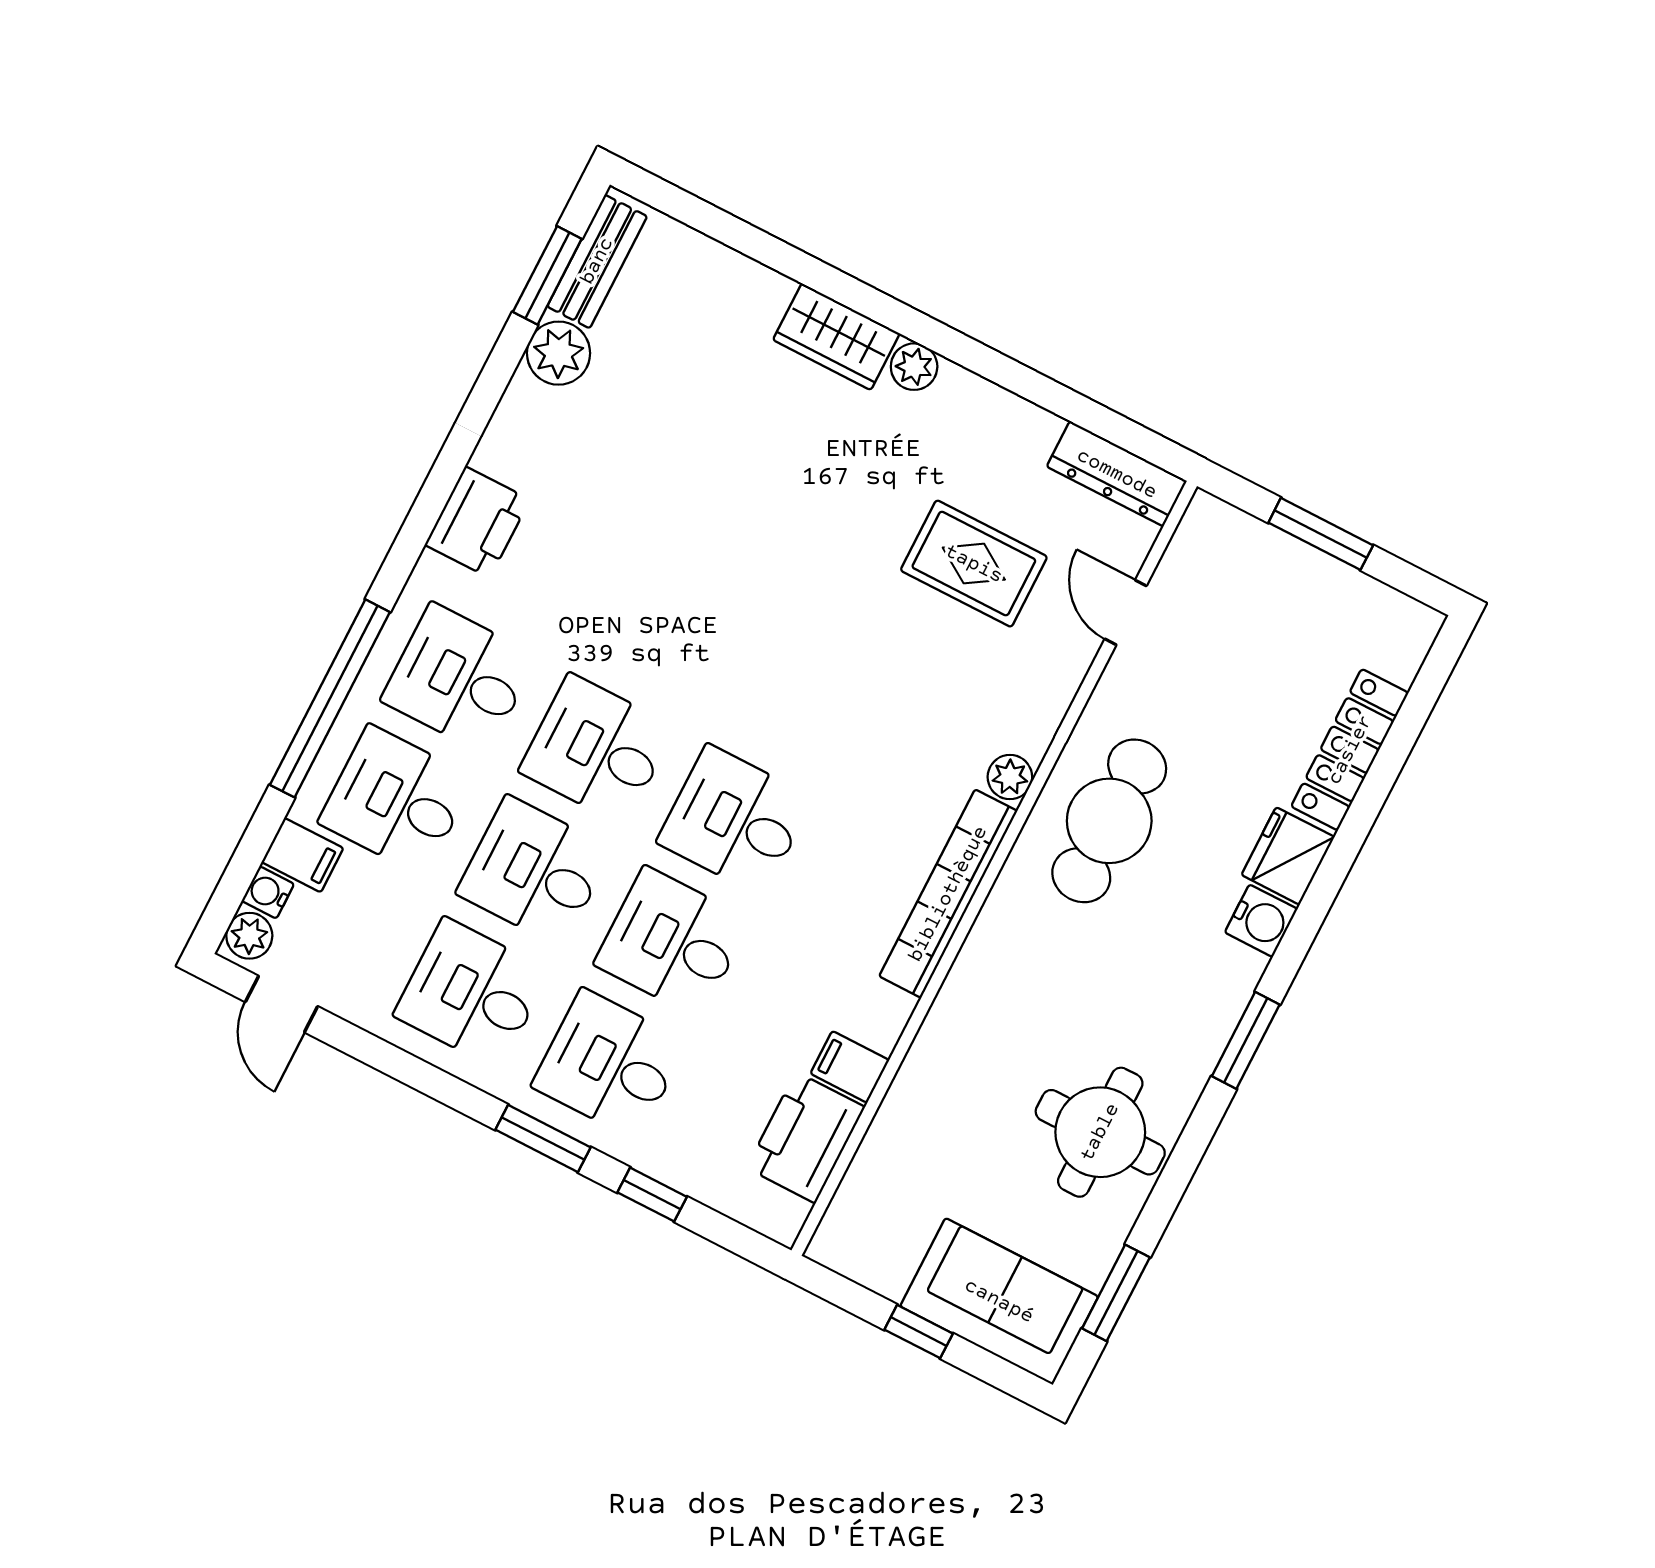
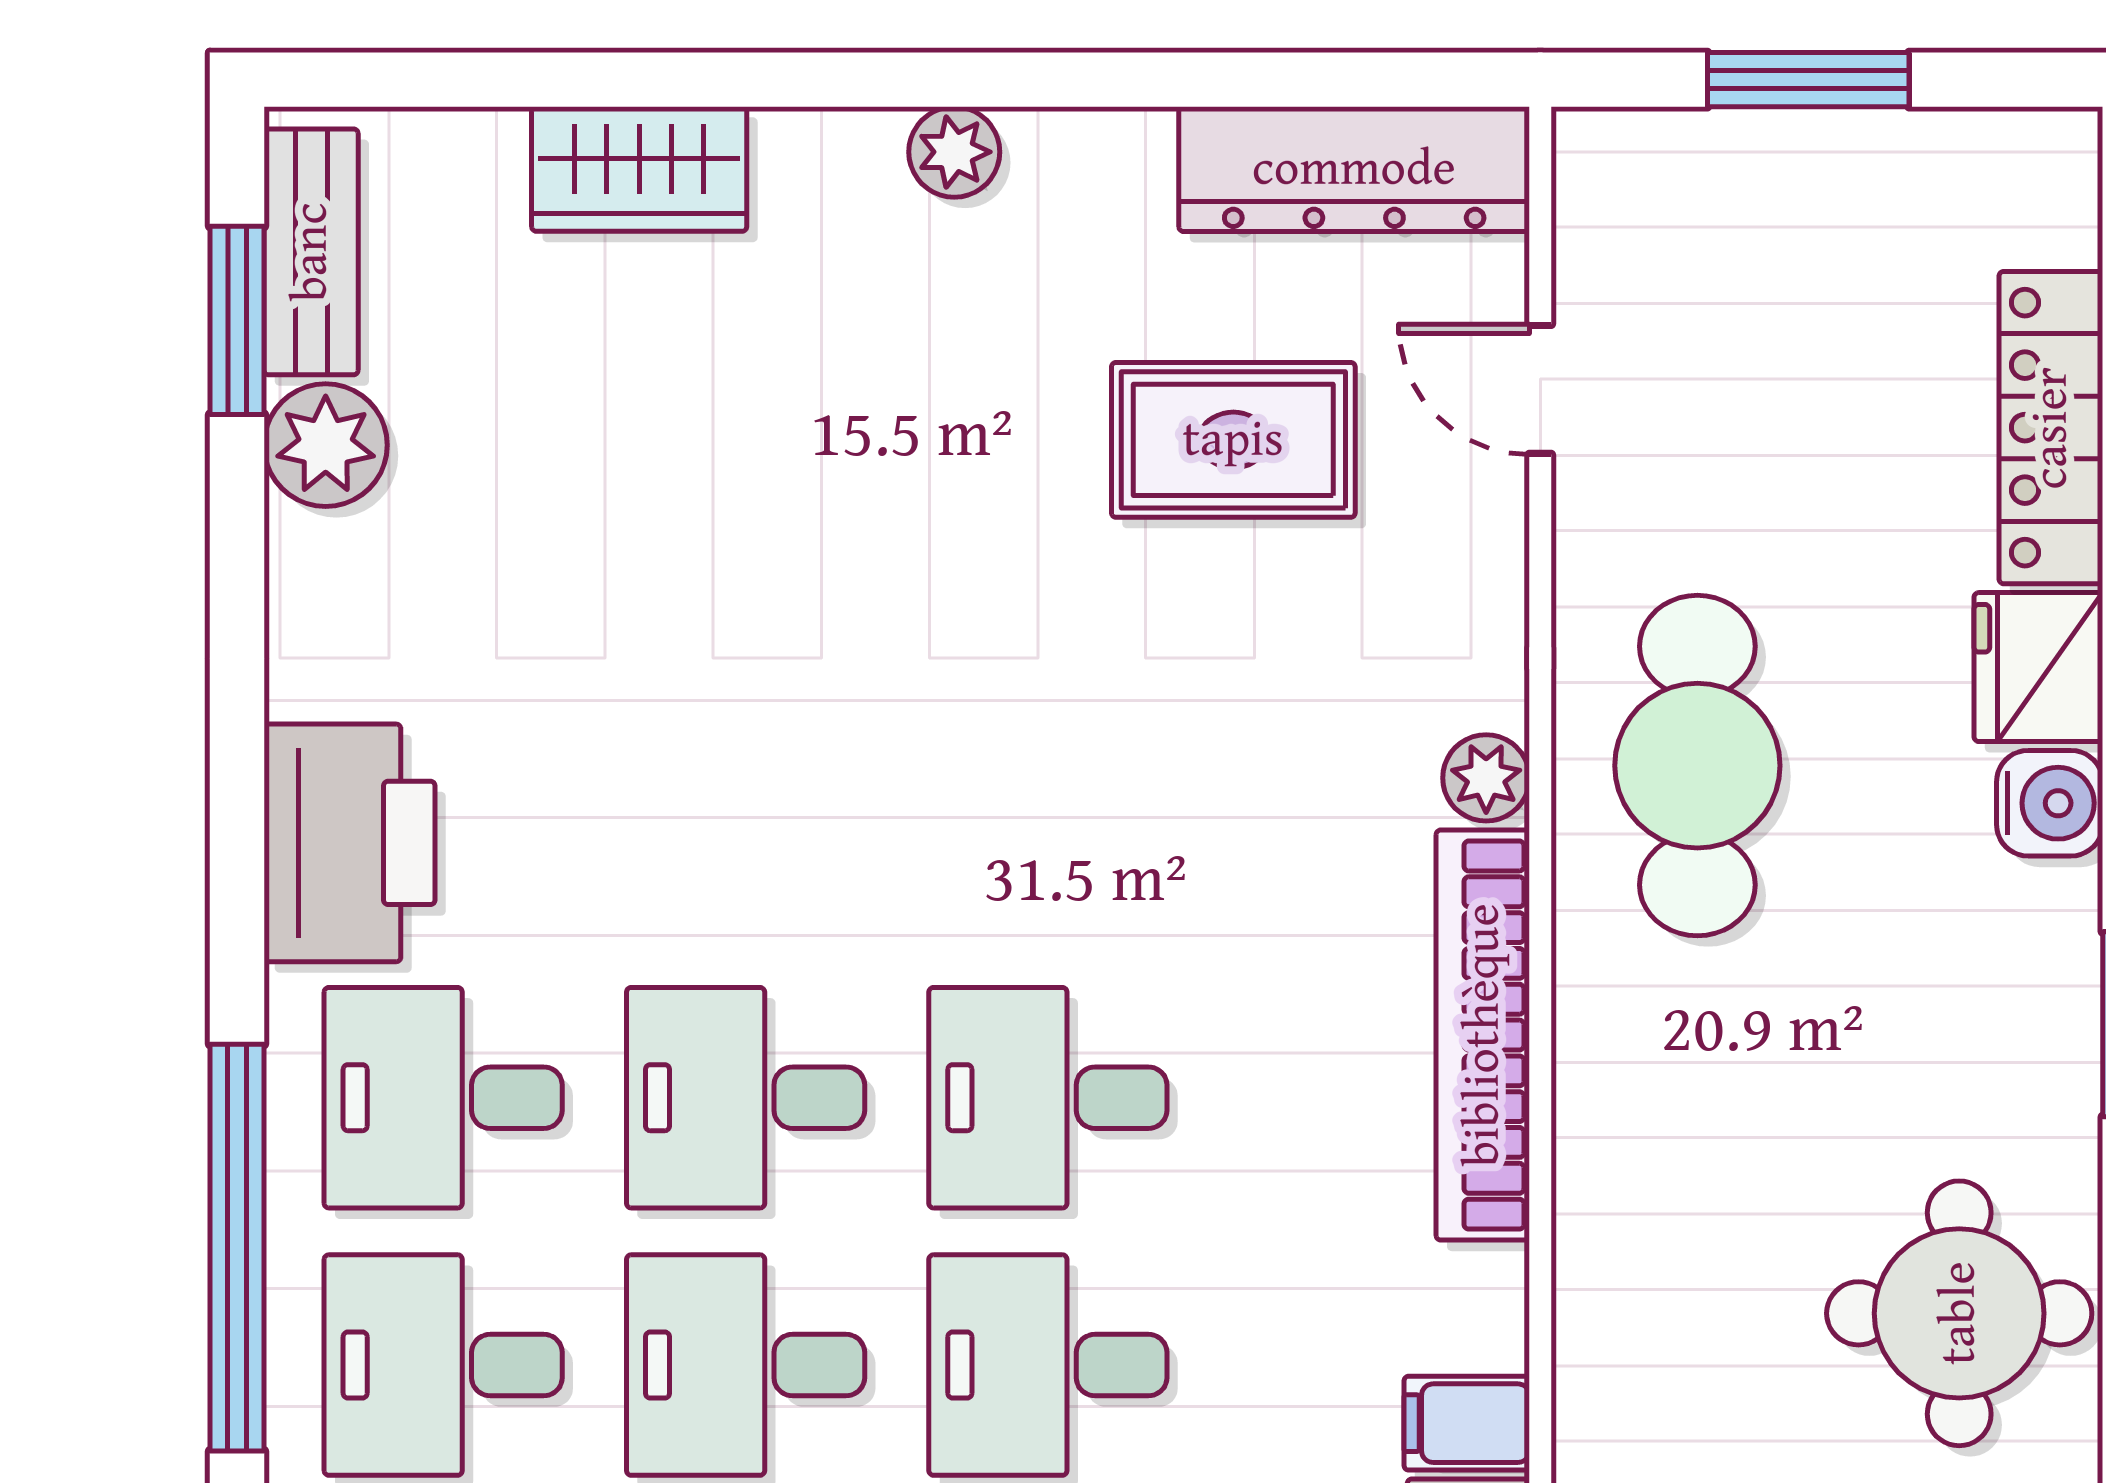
wardrobe: (836, 337) -> (639, 169), moved
dresser: (1117, 474) -> (1354, 169), width x1.37, depth x1.24
printer: (477, 522) -> (349, 843), width x1.37, depth x1.19

